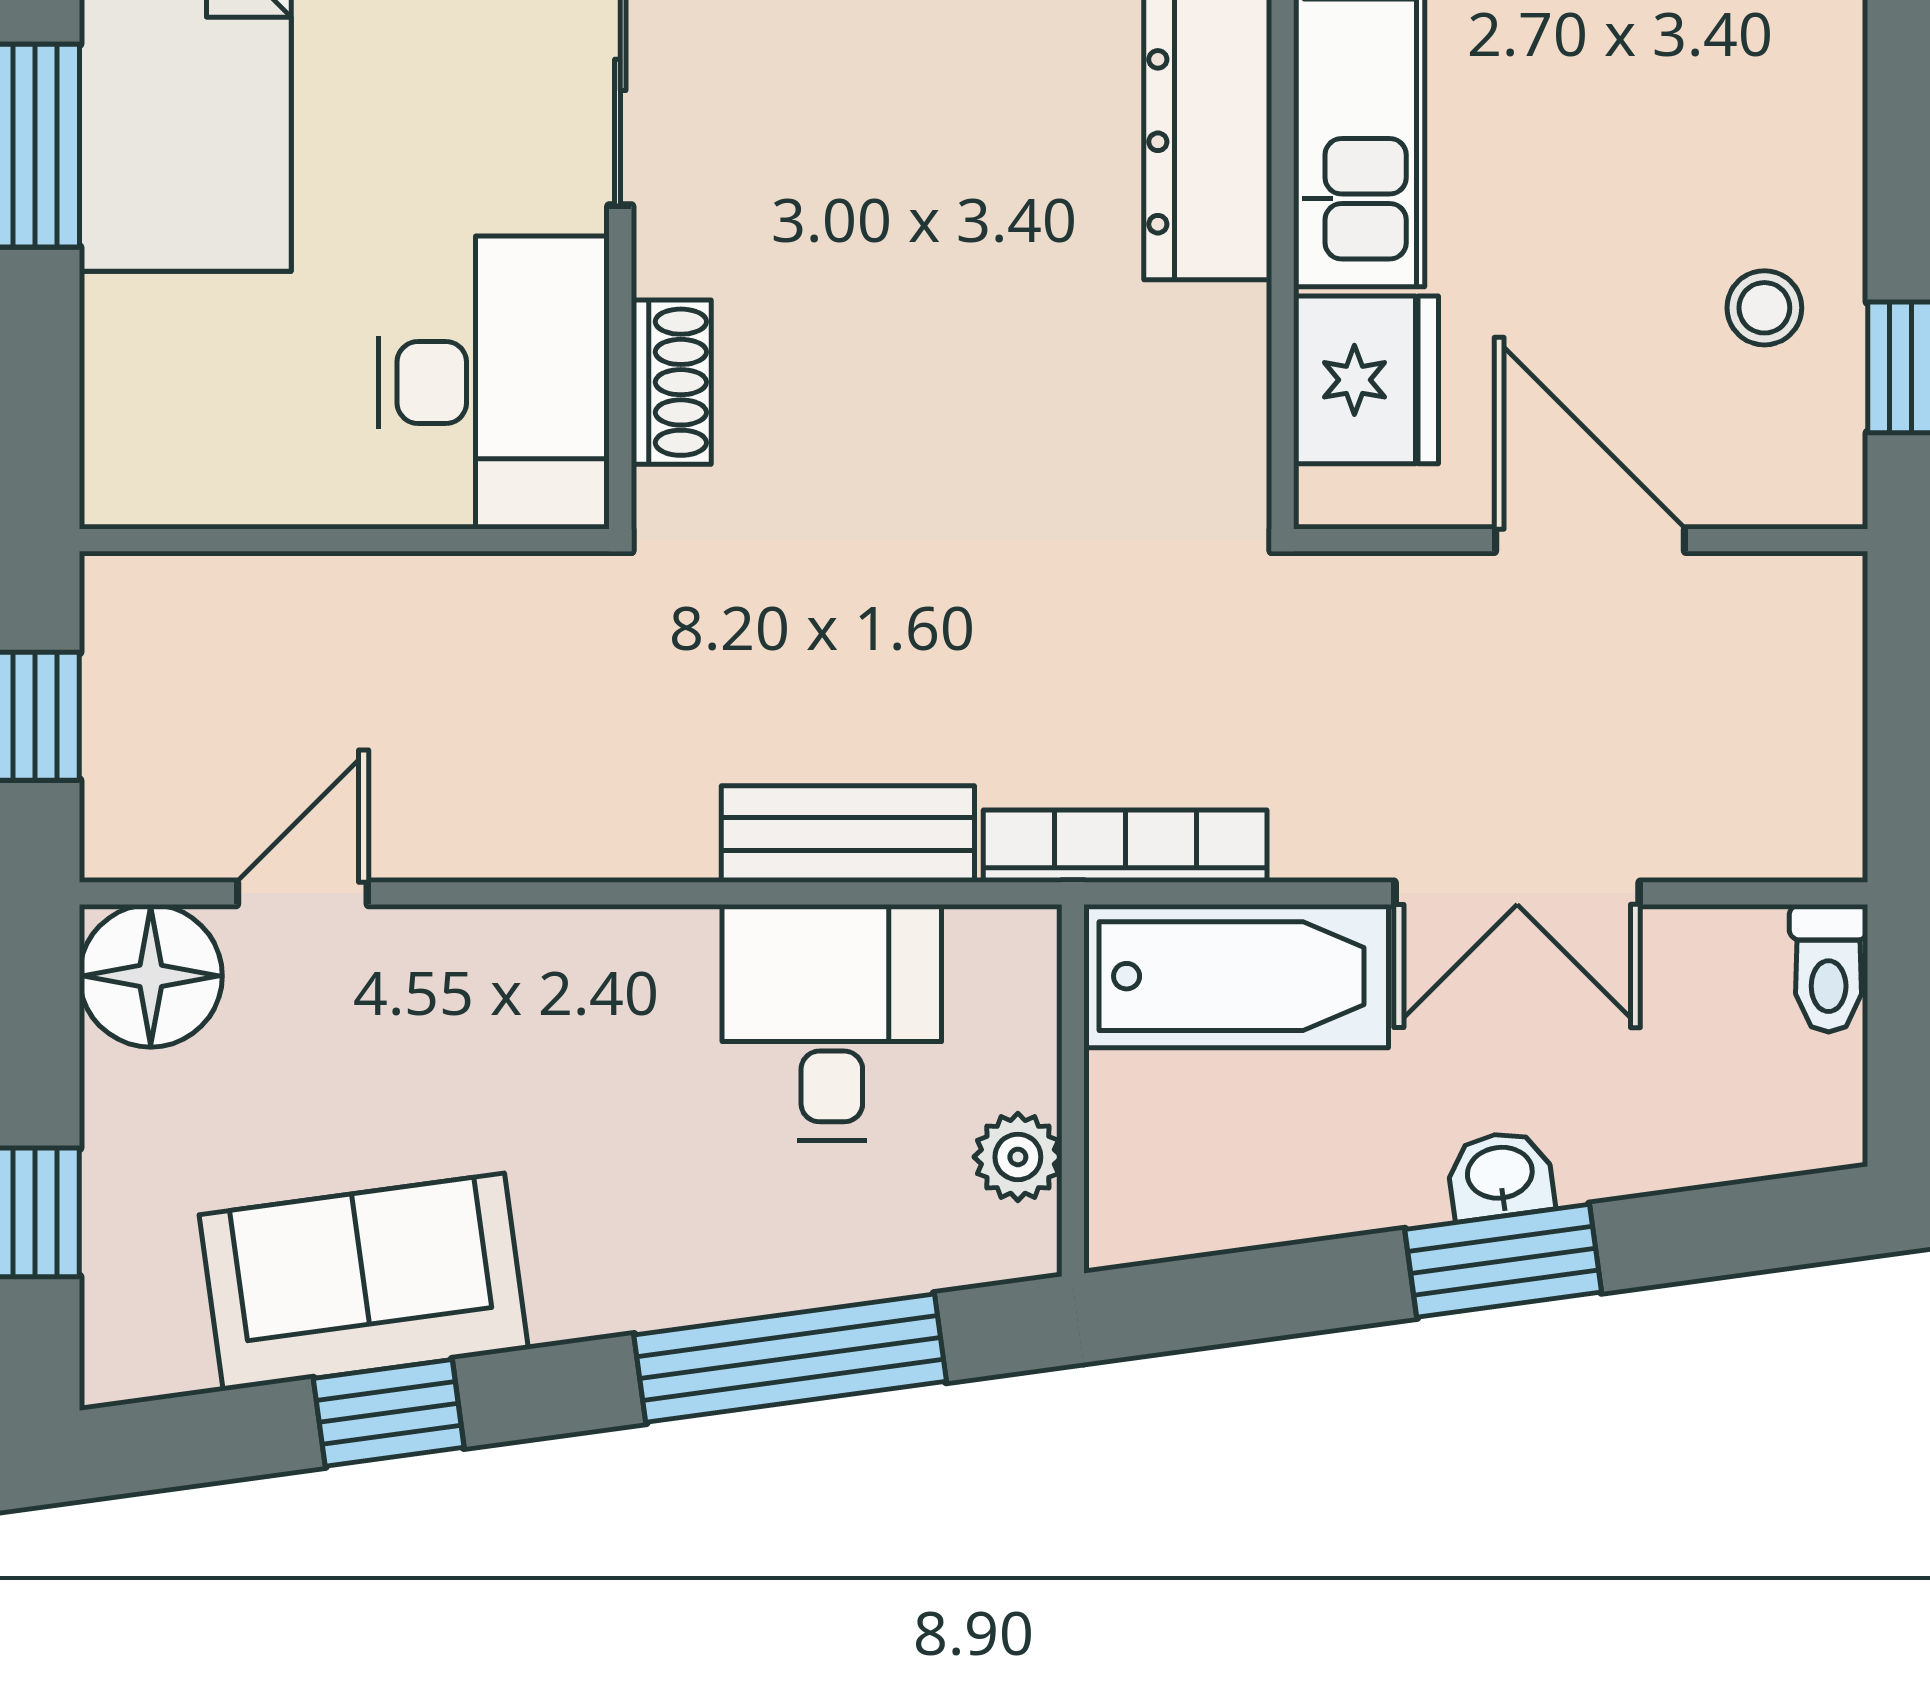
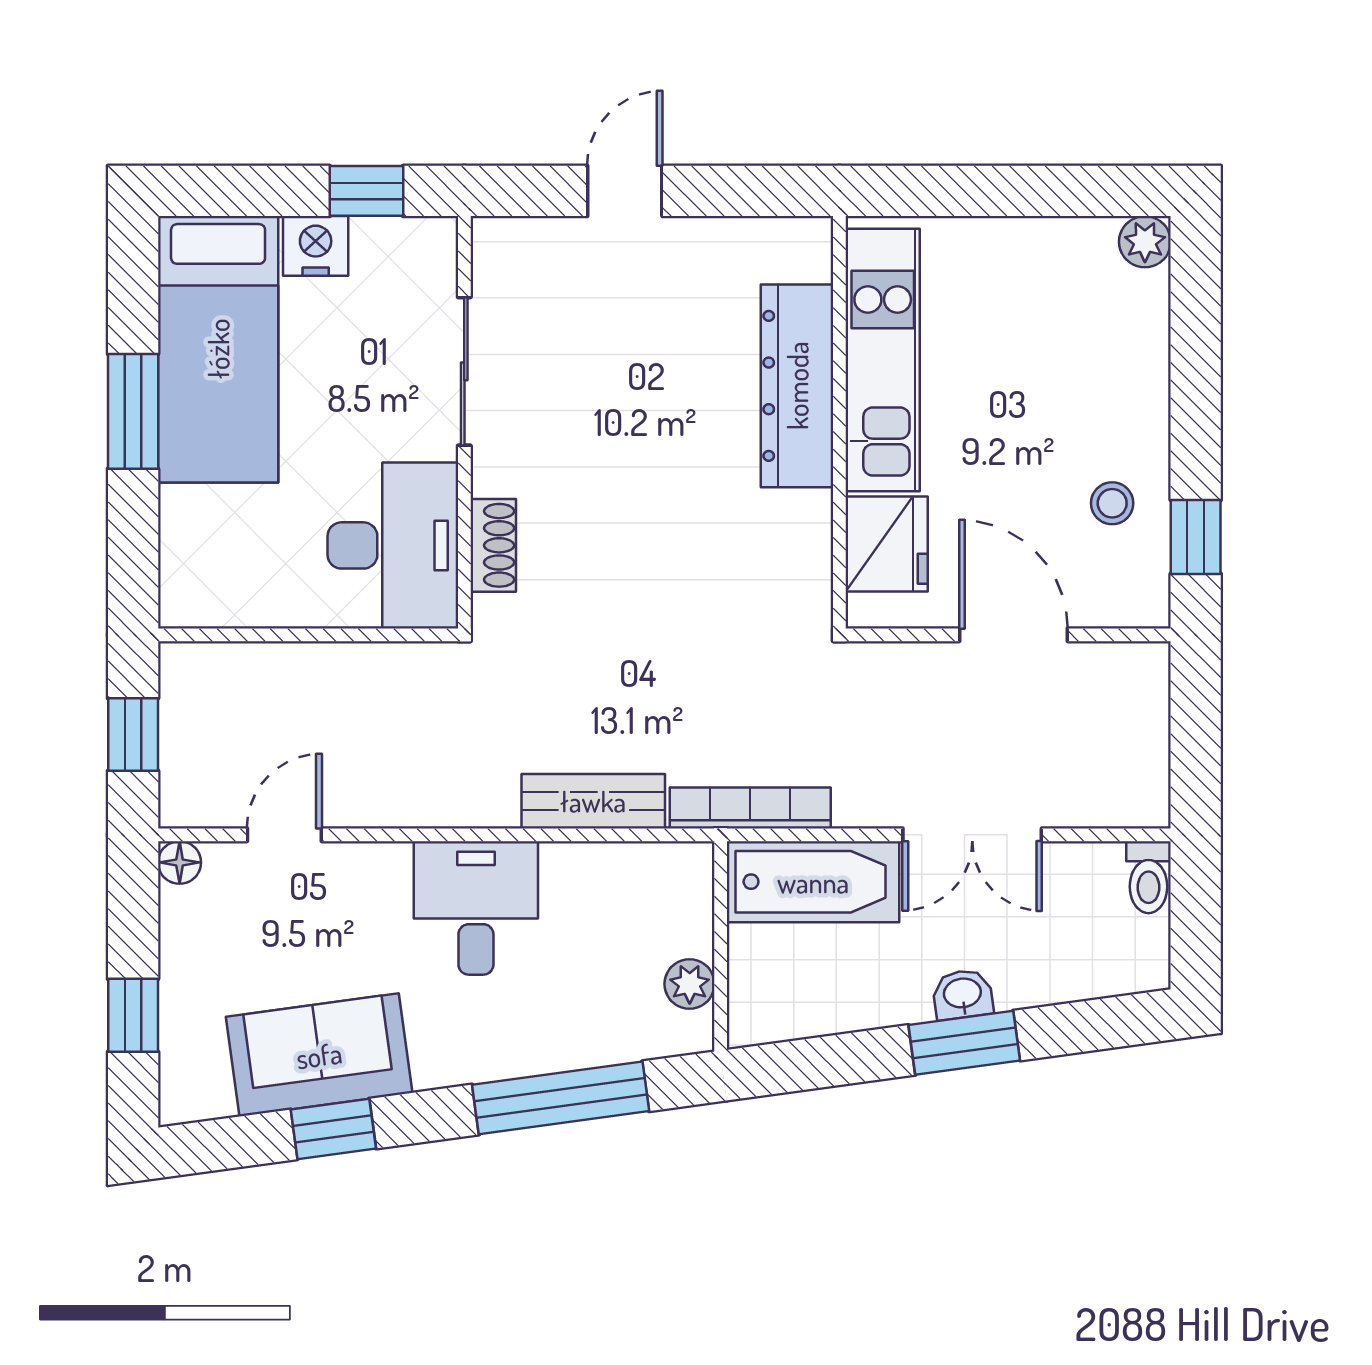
floor lamp: (151, 976) -> (180, 862), width x0.53, depth x0.53
desk: (832, 1023) -> (476, 908), moved

